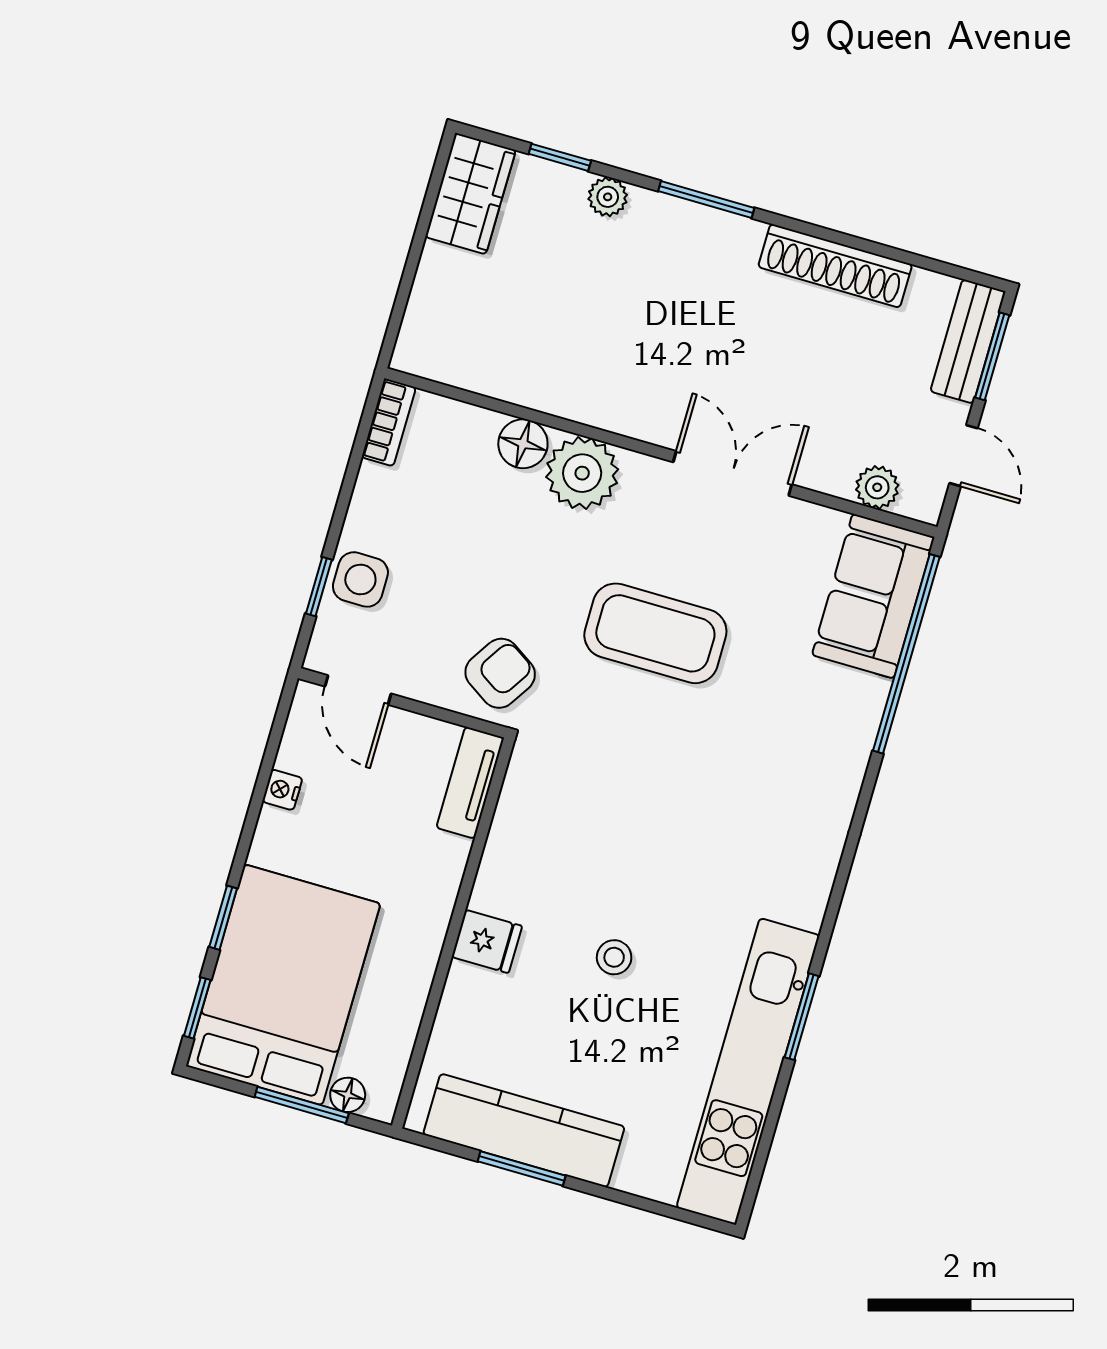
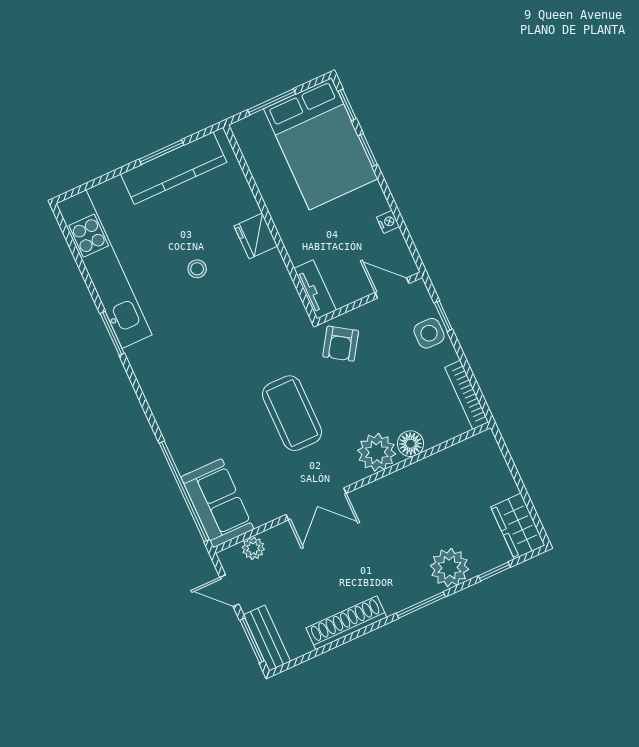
plant: (608, 197) -> (449, 568), width x1.88, depth x1.88
bookcase: (389, 422) -> (467, 395), width x1.56
coffee table: (655, 633) -> (292, 413), turned 90
fridge: (487, 941) -> (256, 236), width x1.38
window: (802, 1017) -> (112, 333), moved
floor lamp: (348, 1095) -> (257, 122), removed

